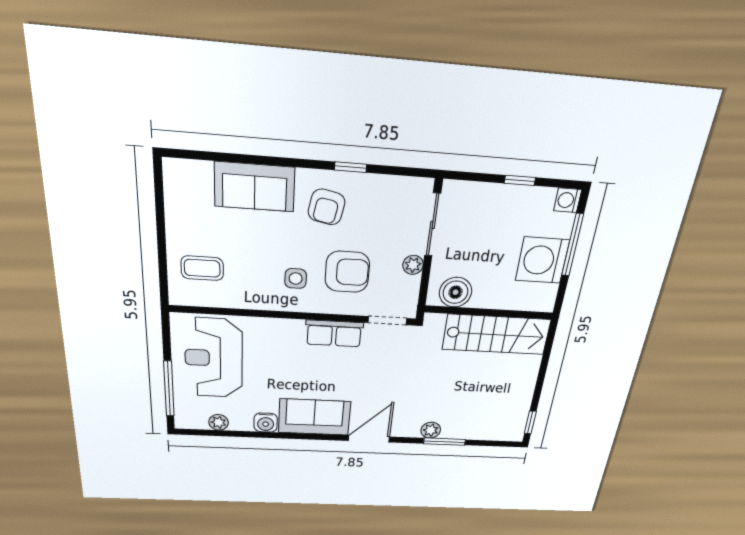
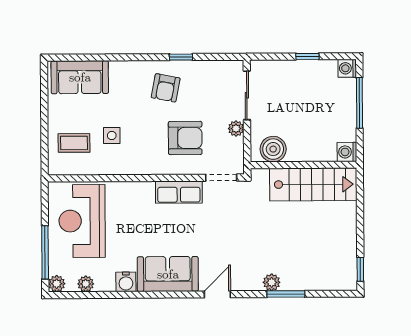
sofa: (255, 187) -> (80, 77), moved
washing machine: (542, 260) -> (347, 152), moved, width x0.53, depth x0.53
side table: (296, 278) -> (112, 135), moved
plant: (184, 421) -> (57, 284), added
door: (369, 439) -> (217, 294), width x0.73

